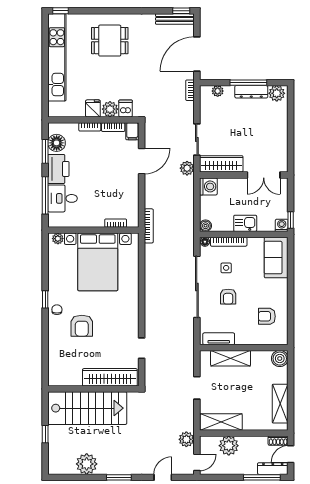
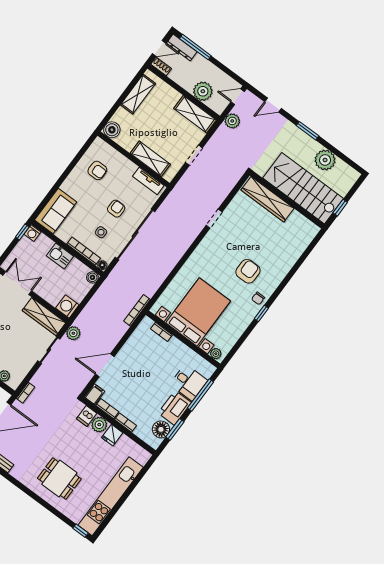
wardrobe: (110, 377) -> (267, 199), moved
wall: (93, 389) -> (287, 200), moved
stairs: (87, 408) -> (303, 188), moved

